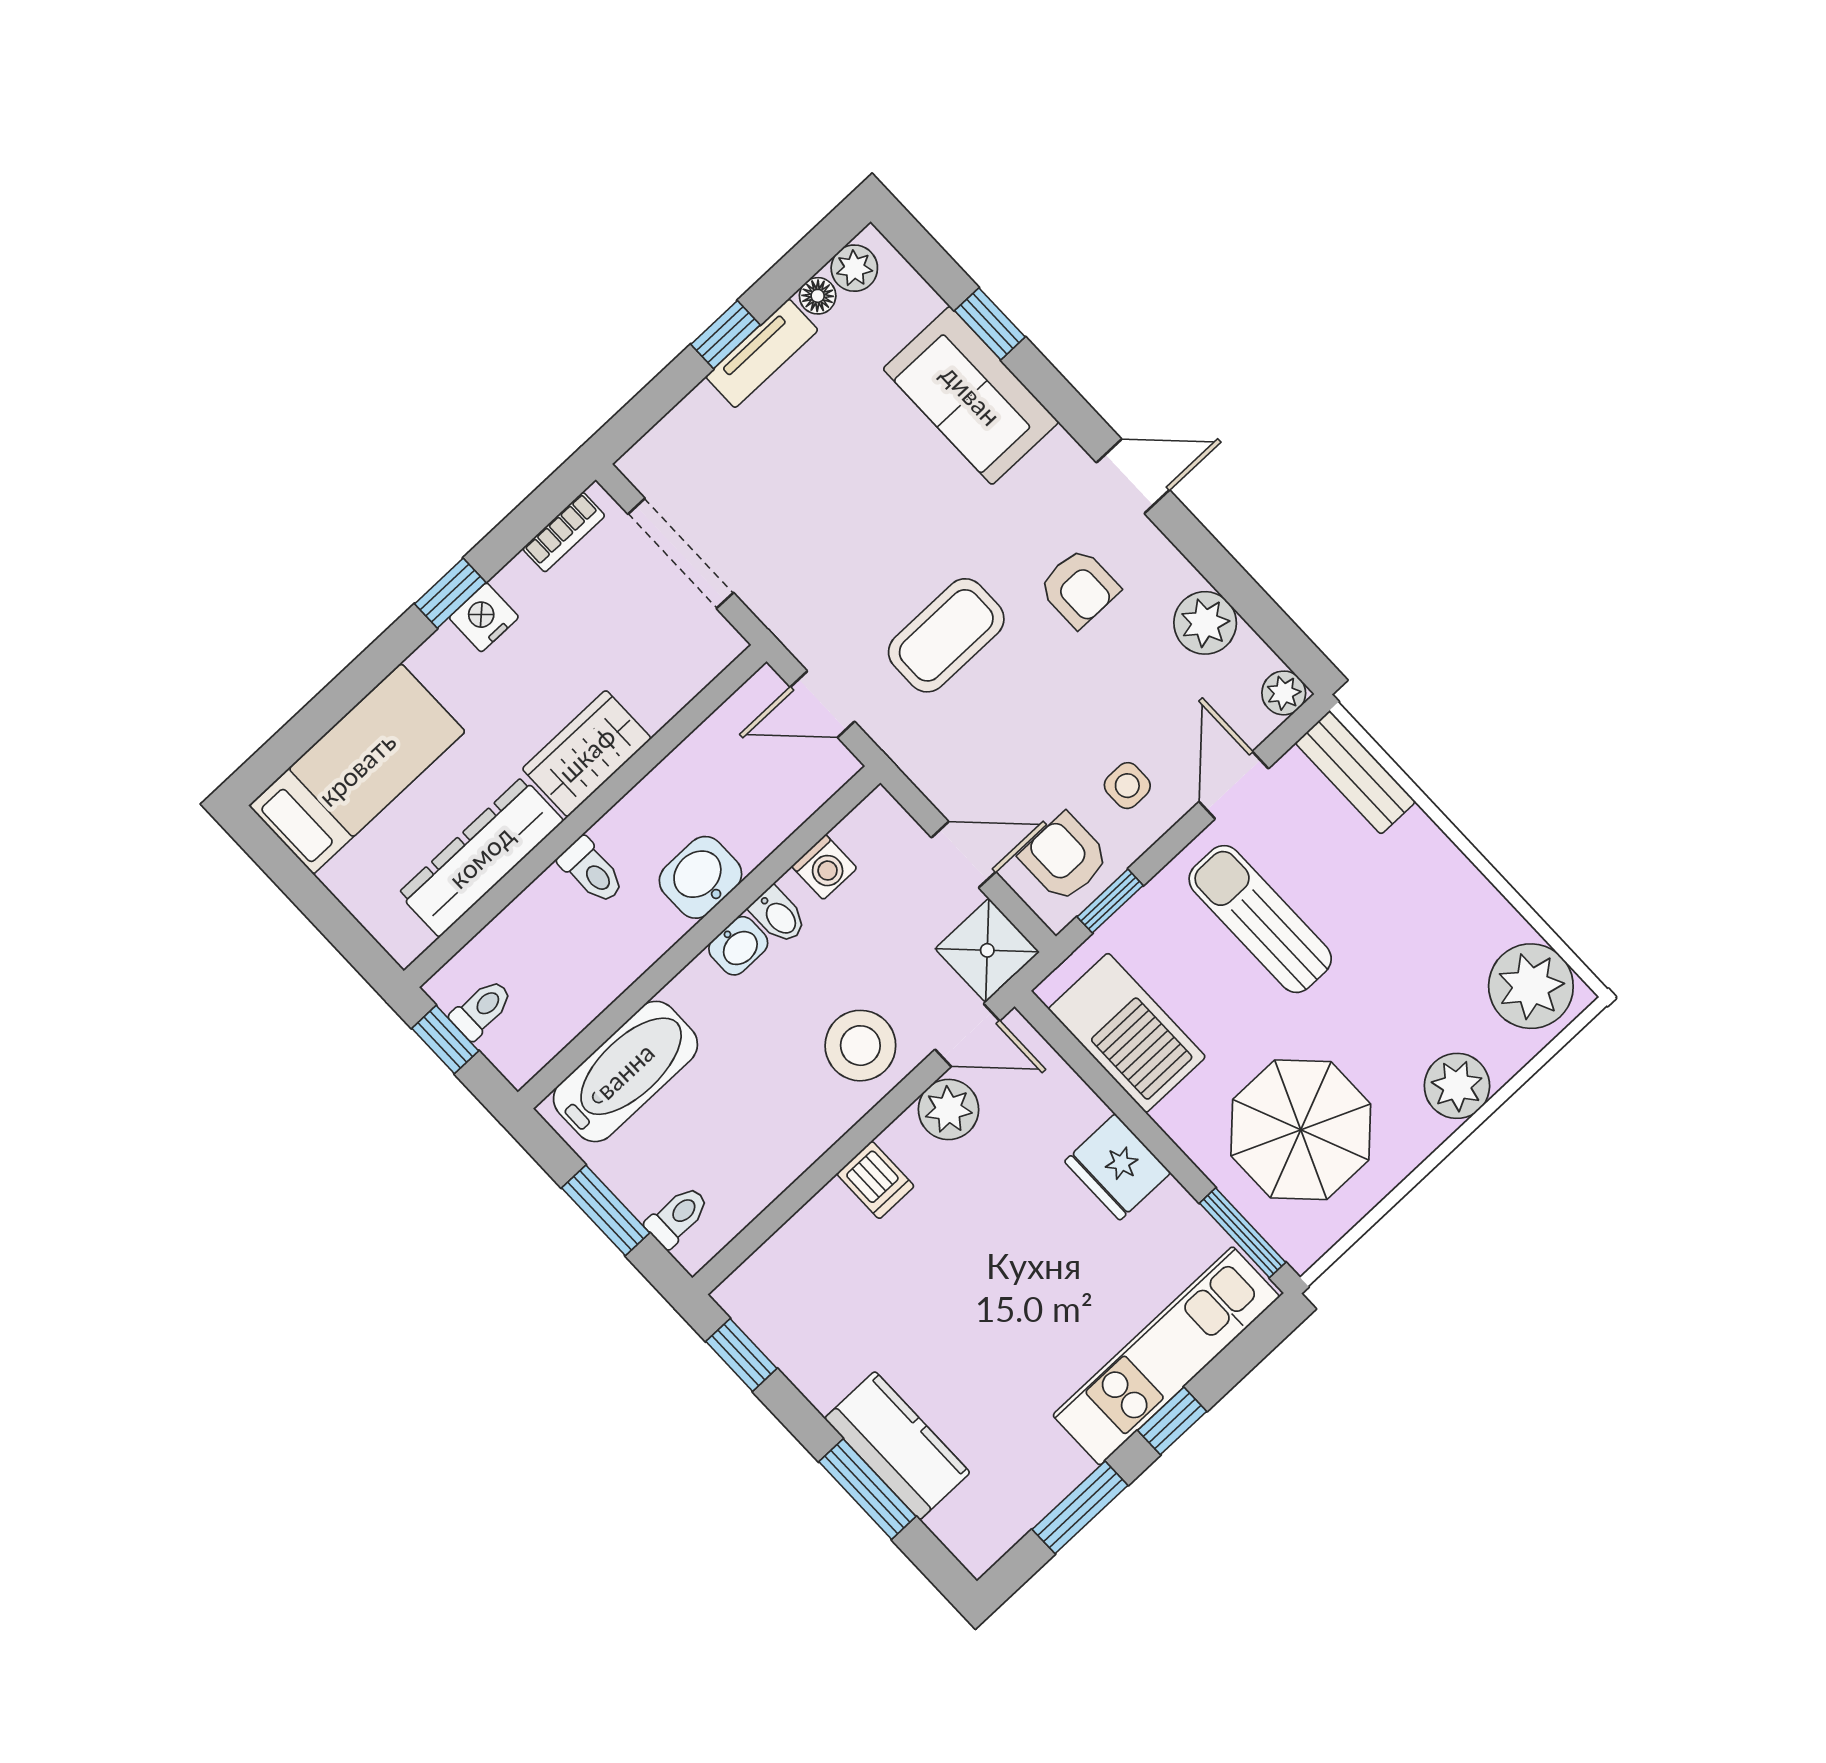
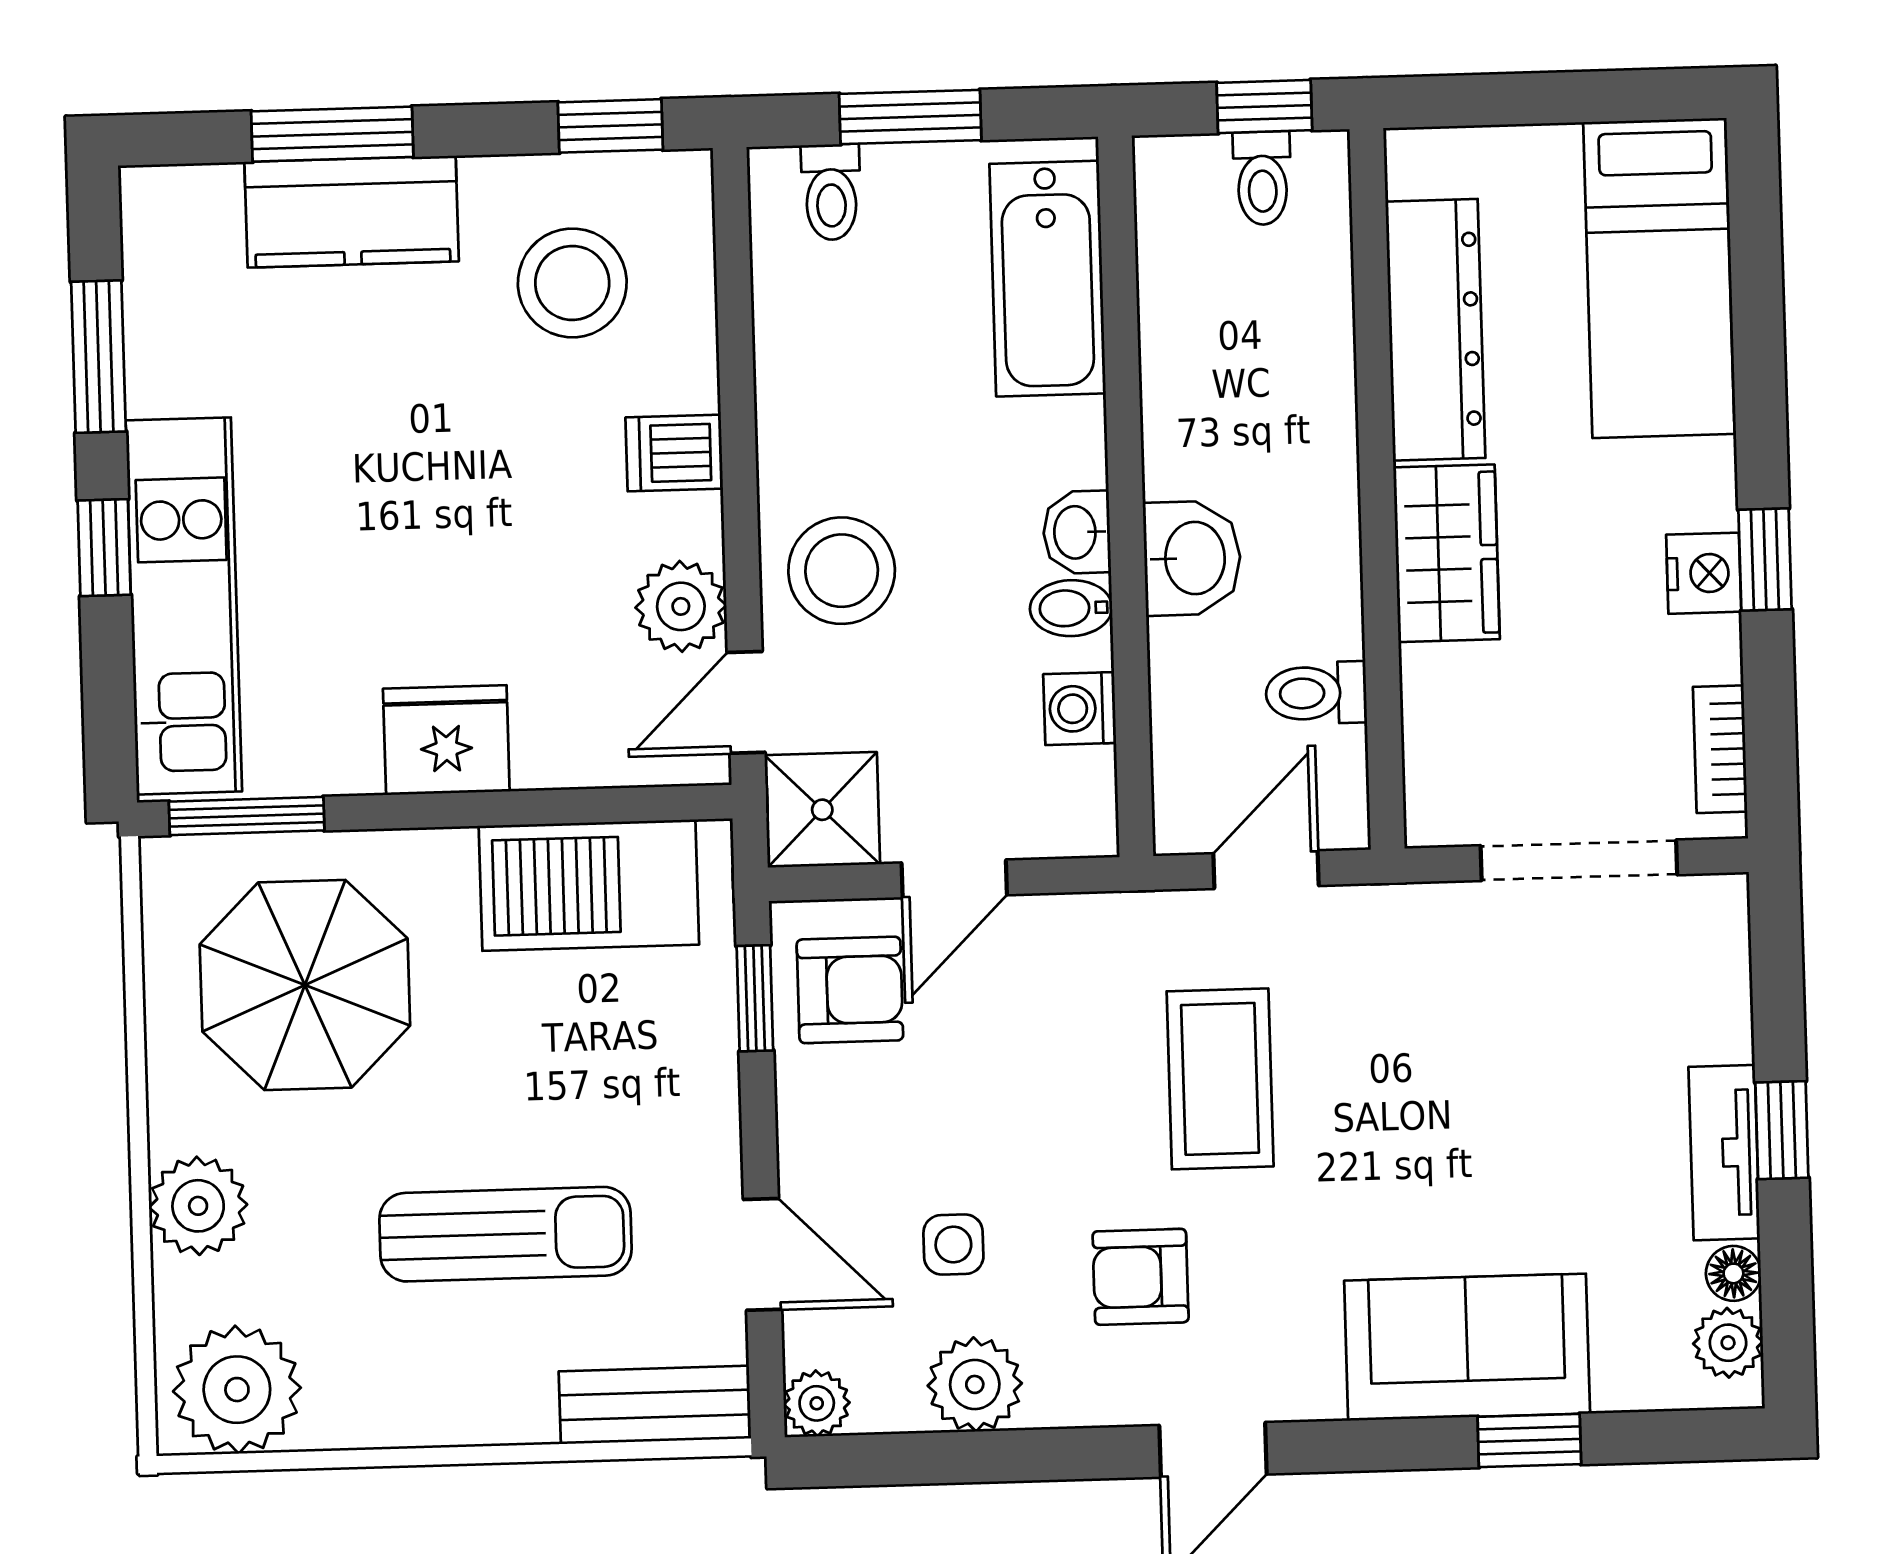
side table: (1127, 786) -> (953, 1244), moved
toilet: (592, 871) -> (1316, 693), moved
sun lounger: (1260, 919) -> (506, 1234), moved
stool: (836, 1305) -> (572, 283), added

